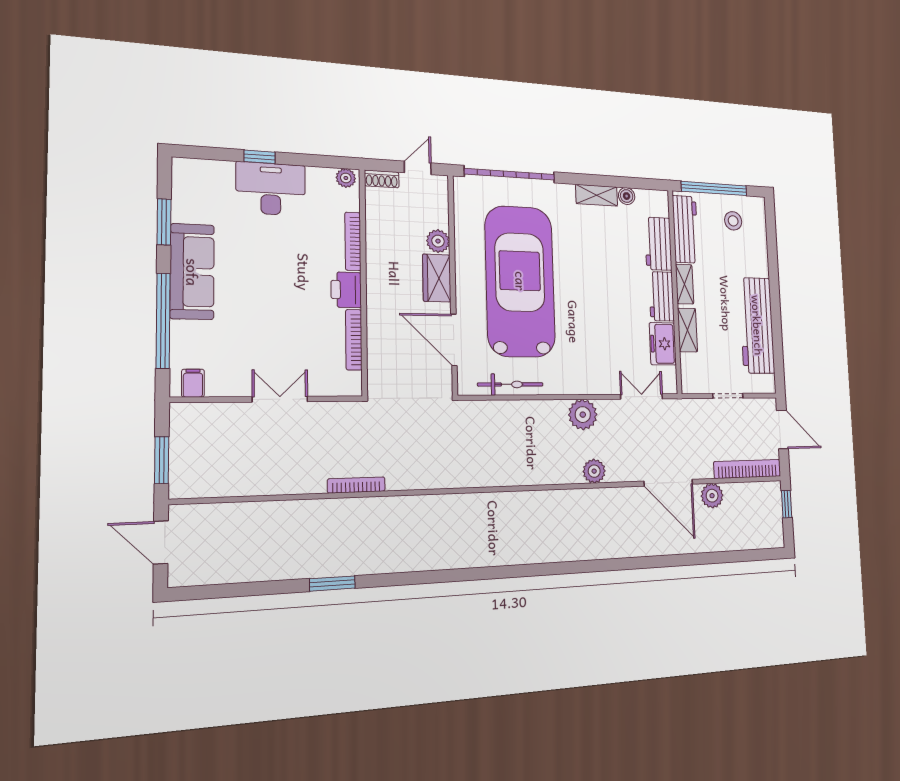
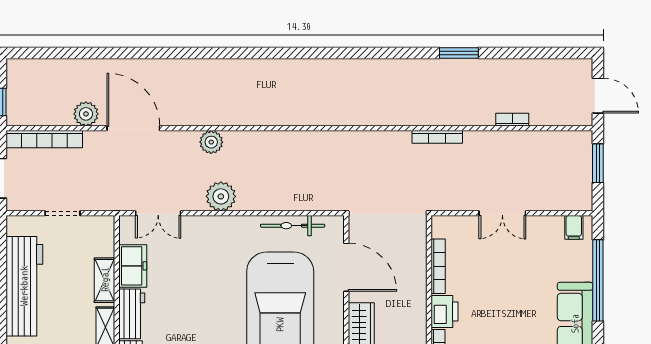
bookcase: (268, 508) -> (512, 120), added

